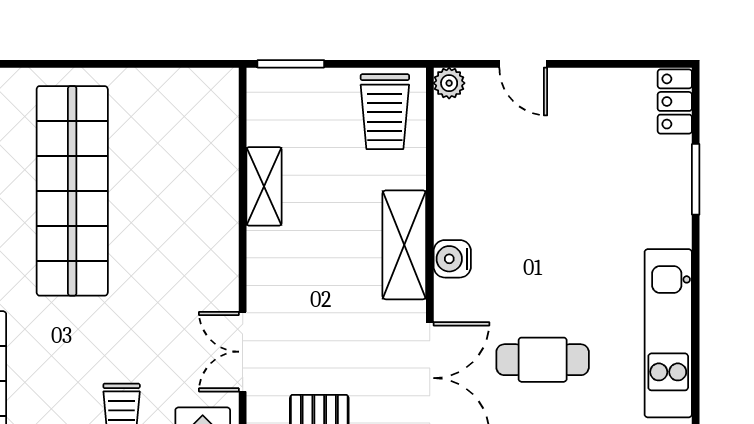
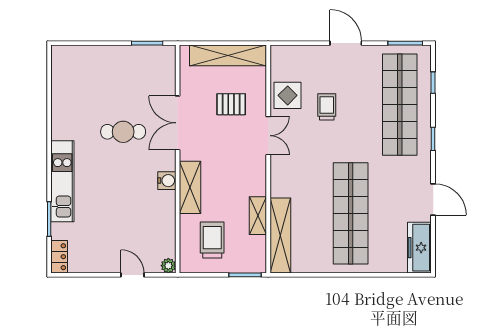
trolley: (385, 112) -> (212, 240), moved
shelving: (218, 145) -> (280, 235), added
kitchen unit: (668, 333) -> (62, 181), moved

